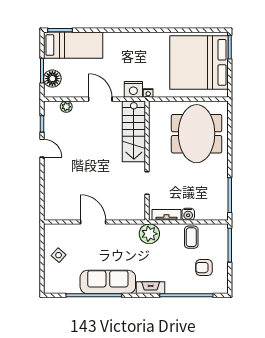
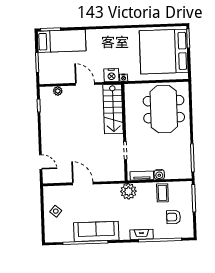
floor lamp: (52, 79) -> (46, 69), removed
door: (42, 148) -> (41, 162), moved
fireplace: (151, 288) -> (142, 234), moved

